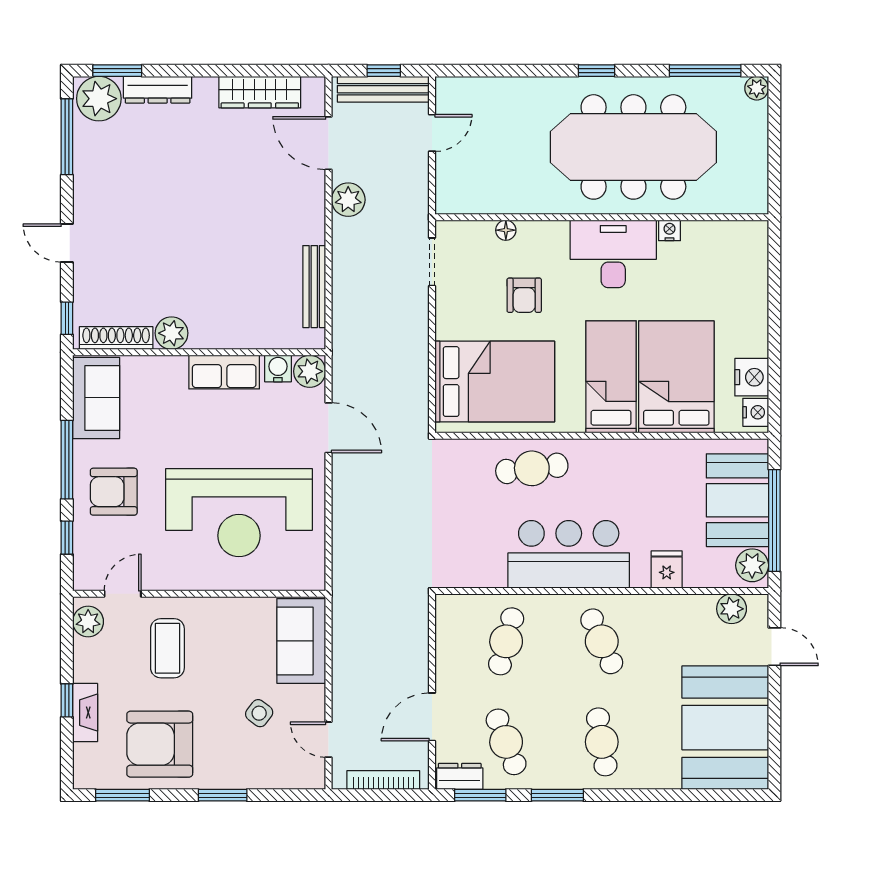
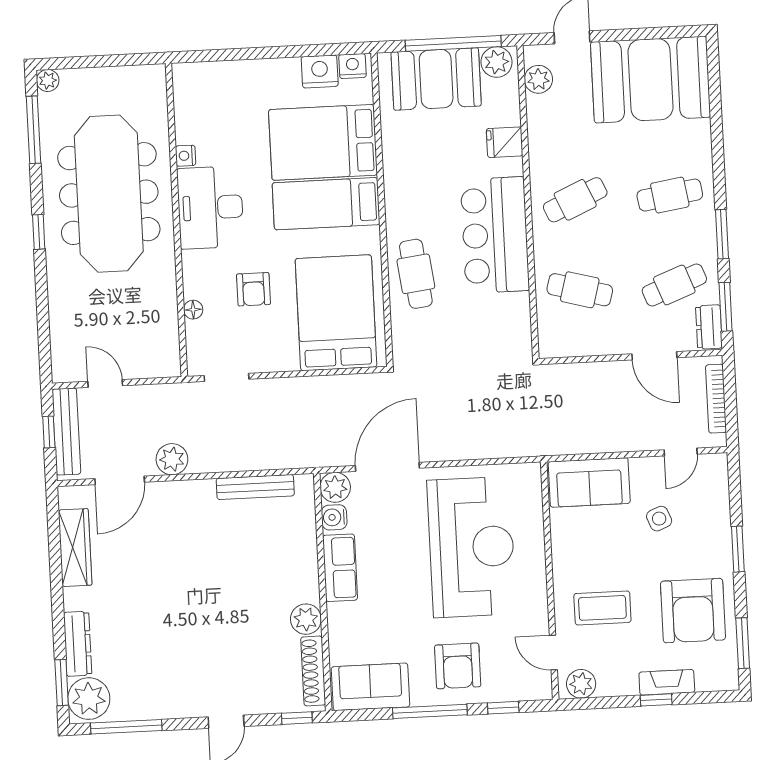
armchair: (524, 295) -> (253, 289), turned 90
door: (329, 428) -> (387, 467), width x1.36
side table: (259, 713) -> (659, 519), turned 31

